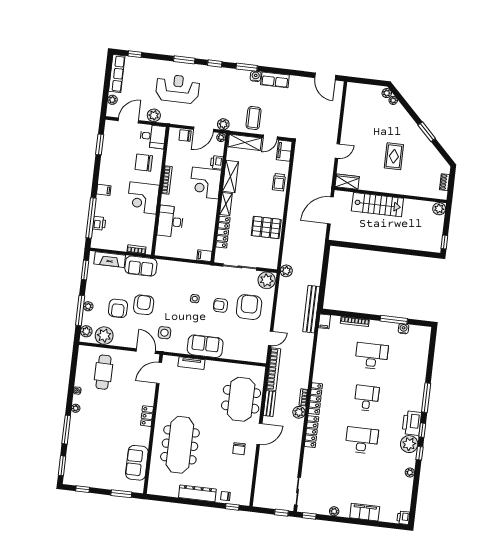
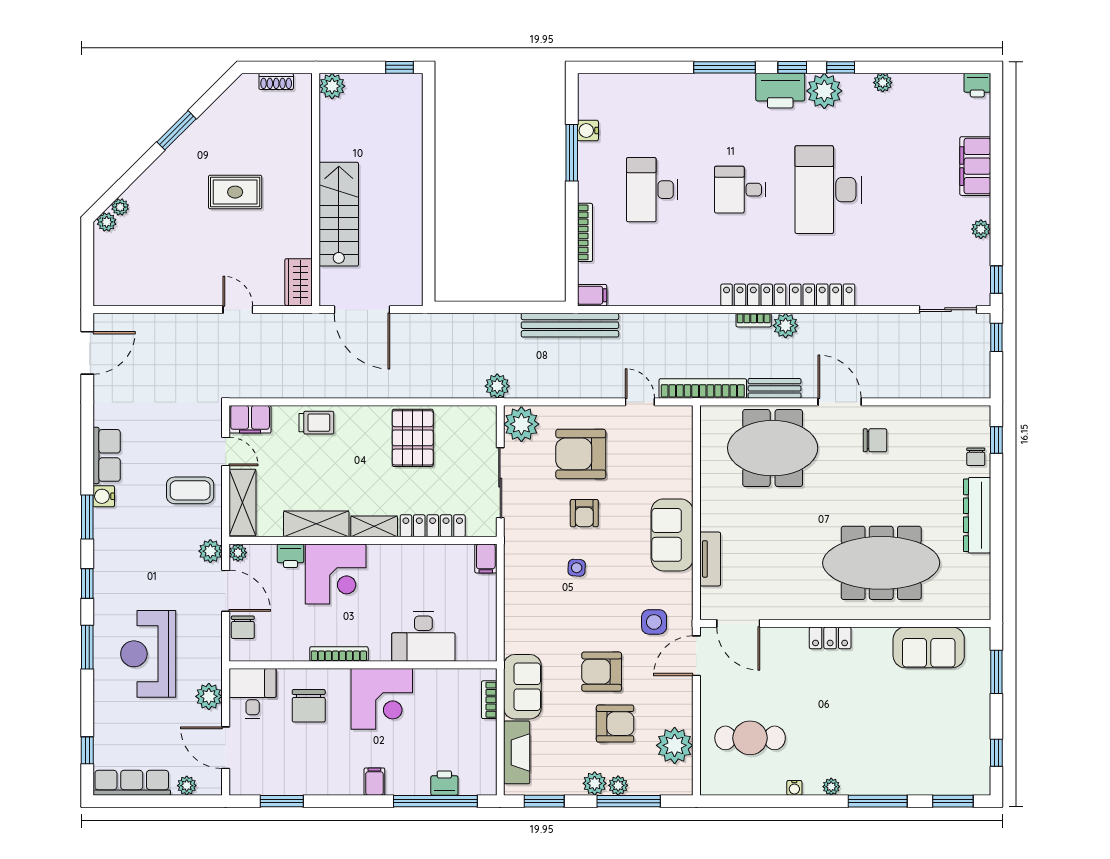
plant: (86, 331) -> (595, 783), moved
desk: (362, 440) -> (828, 190), width x1.36, depth x1.30

